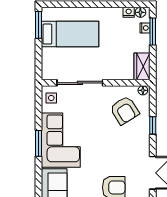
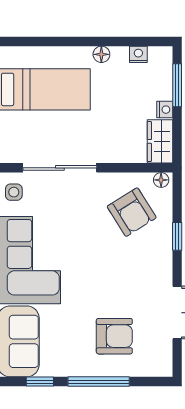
floor lamp: (140, 12) -> (101, 54), moved
nightstand: (145, 28) -> (165, 110), moved

